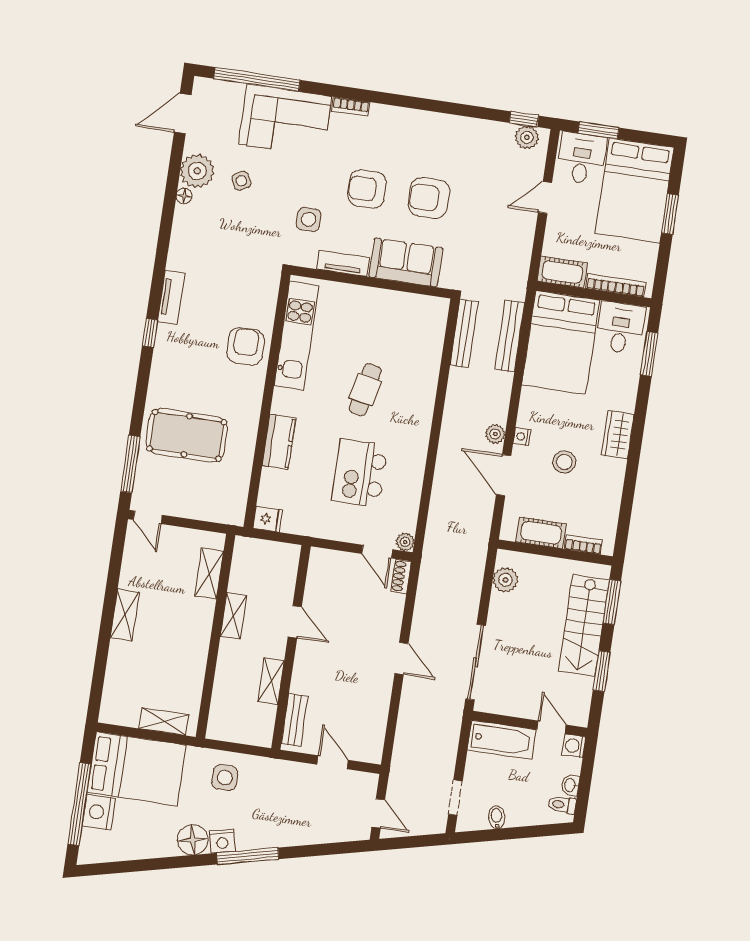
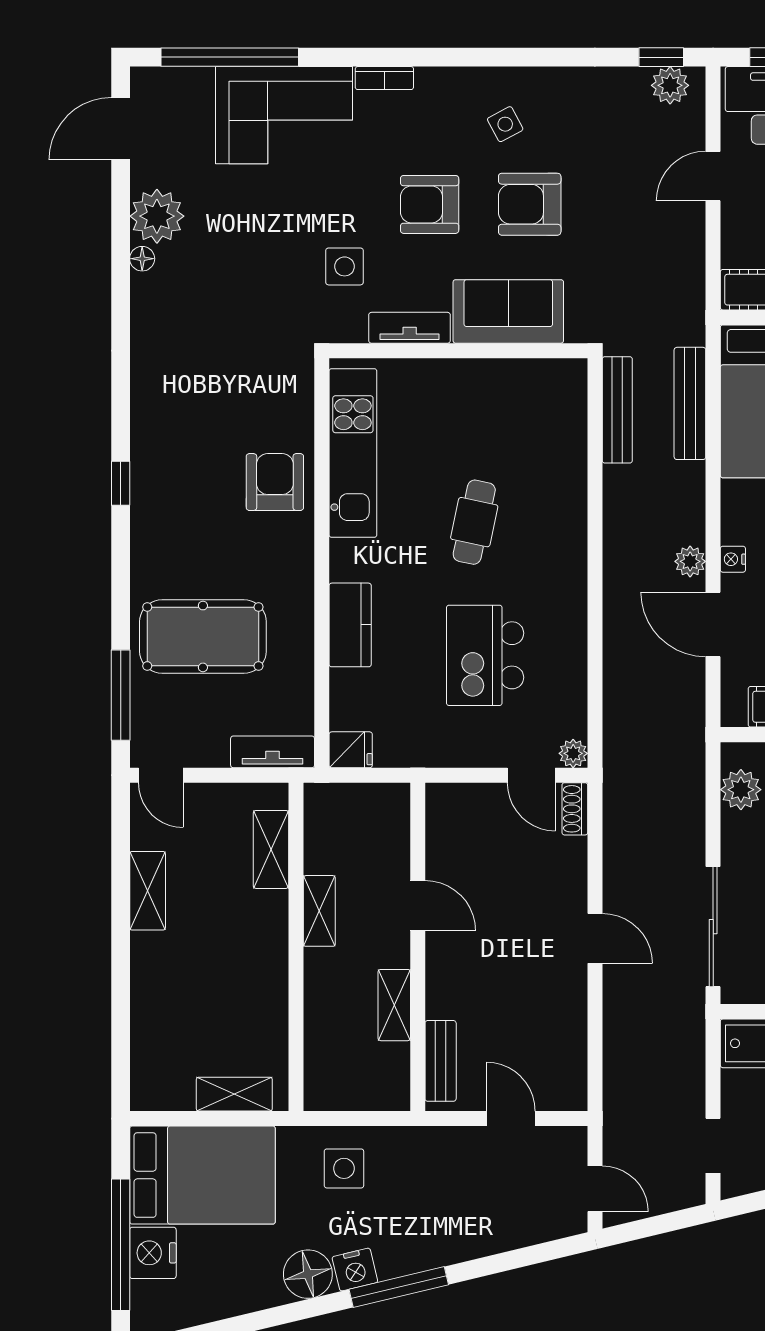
side table: (241, 181) -> (505, 124), moved
tv unit: (171, 297) -> (273, 752), moved, turned -90
shelving: (125, 615) -> (148, 891), moved

